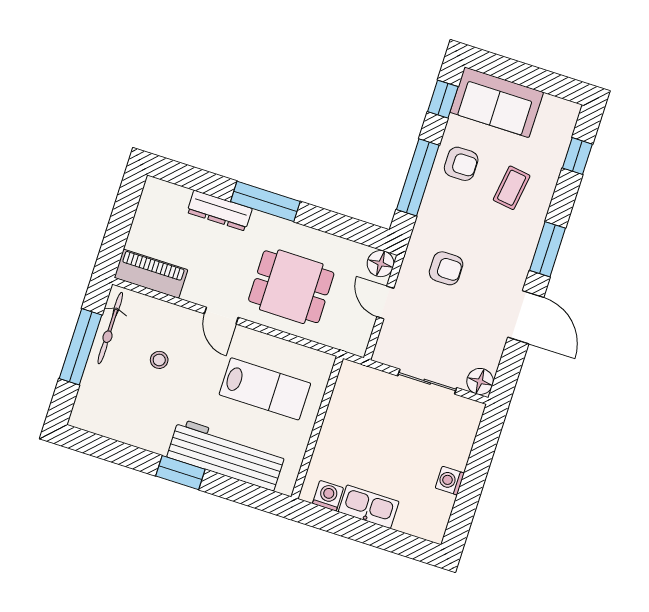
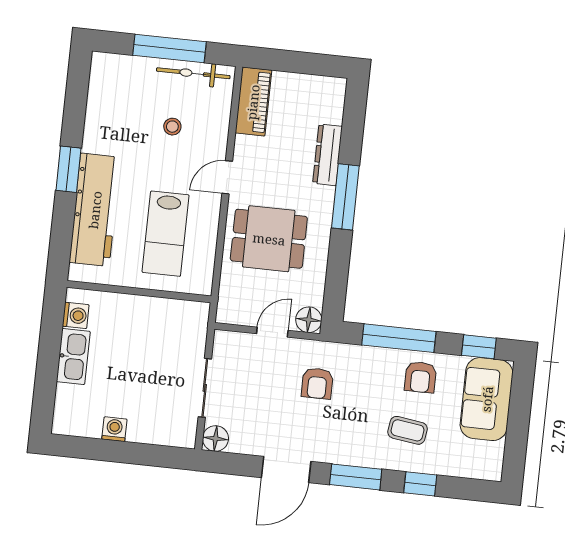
window: (577, 156) -> (420, 484), moved
dining table: (291, 287) -> (269, 239), turned 90

